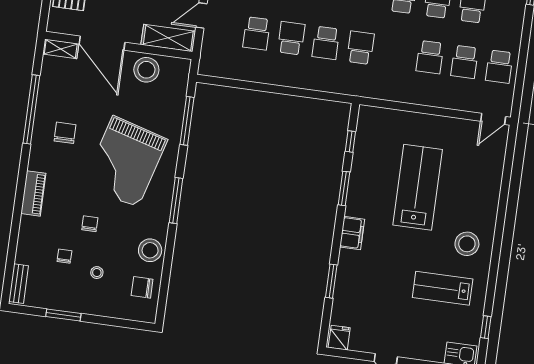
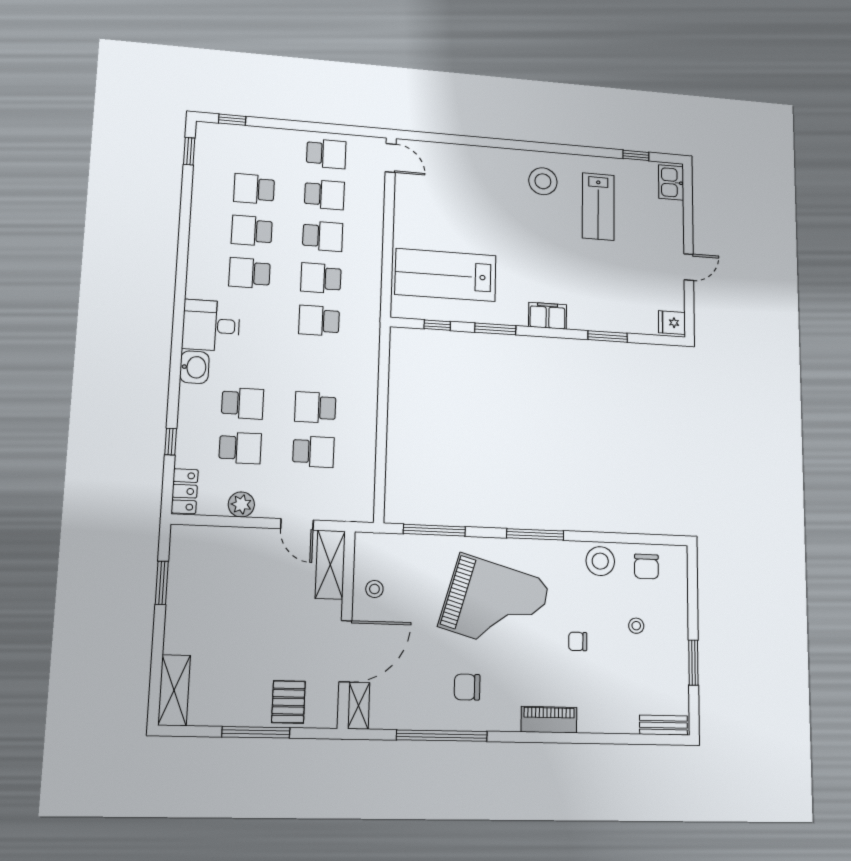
school desk: (326, 43) -> (321, 278), moved, turned 180
stool: (146, 70) -> (374, 589), width x0.53, depth x0.53
lab bench: (418, 187) -> (446, 275), moved
chair: (64, 256) -> (622, 670), removed

